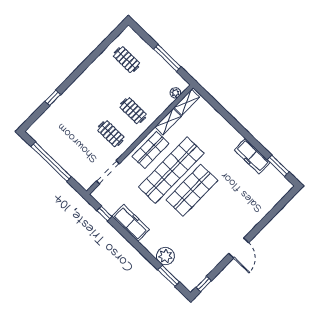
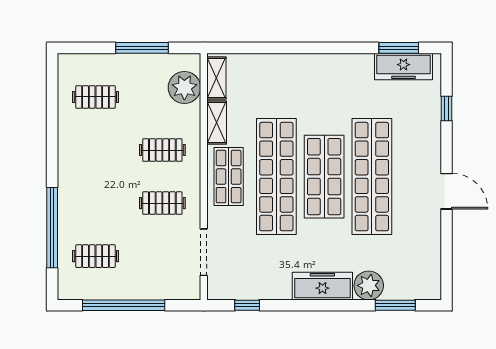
plant: (175, 93) -> (184, 87), width x1.88, depth x1.88
window: (53, 98) -> (52, 228), width x3.17
clothes rail: (60, 128) -> (96, 256), added
freezer: (252, 156) -> (403, 66), moved
shop shelf: (213, 210) -> (372, 177), added
freezer: (131, 223) -> (322, 286), moved
window: (204, 284) -> (447, 108), moved

